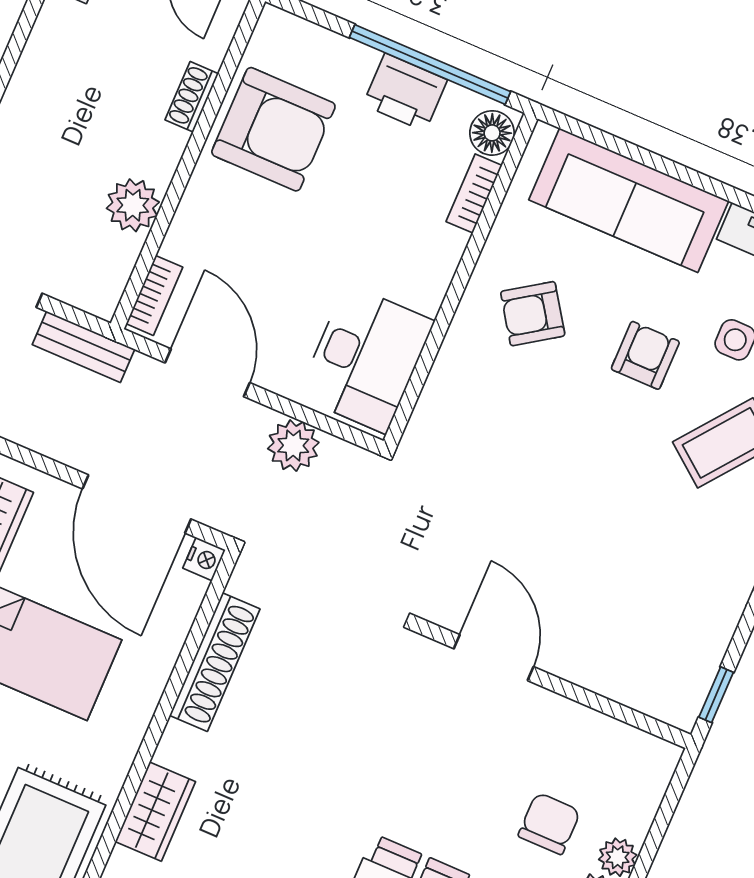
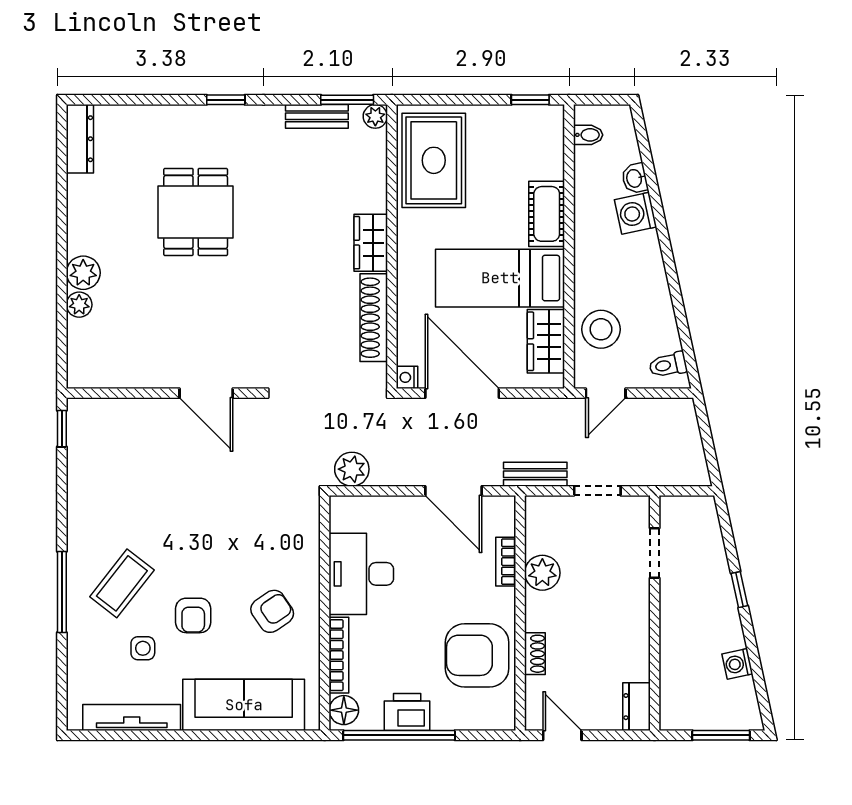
bookcase: (474, 194) -> (339, 655), width x1.56
bookcase: (154, 295) -> (506, 562), moved
desk: (366, 359) -> (361, 574), moved
plant: (293, 446) -> (352, 469), moved
wardrobe: (155, 812) -> (371, 243), moved
chair: (549, 823) -> (129, 307), removed

